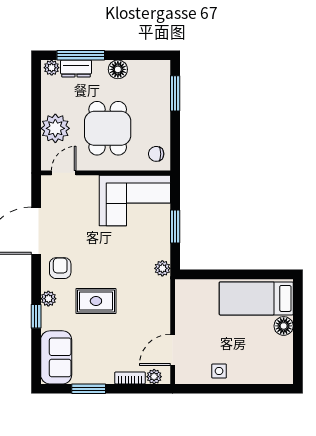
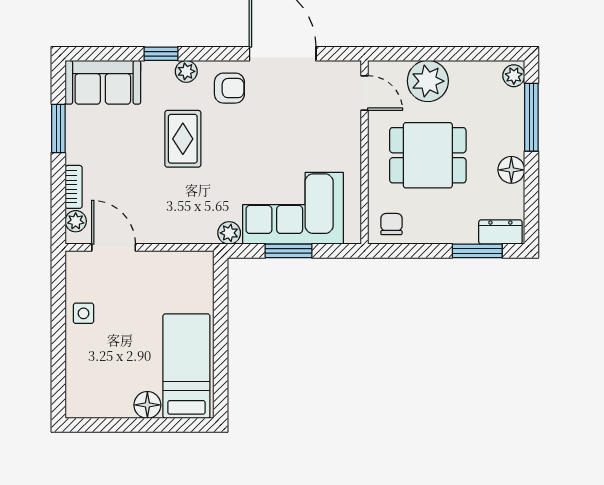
dresser: (76, 69) -> (500, 232), moved, turned 90
corner sofa: (135, 200) -> (293, 208), moved, turned 90

